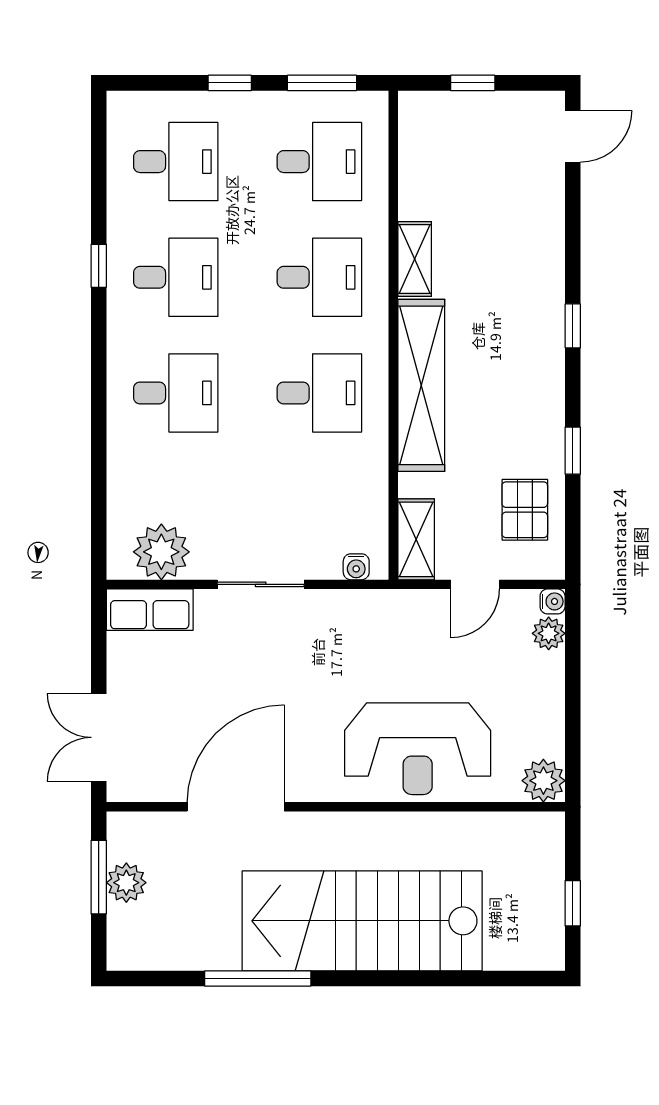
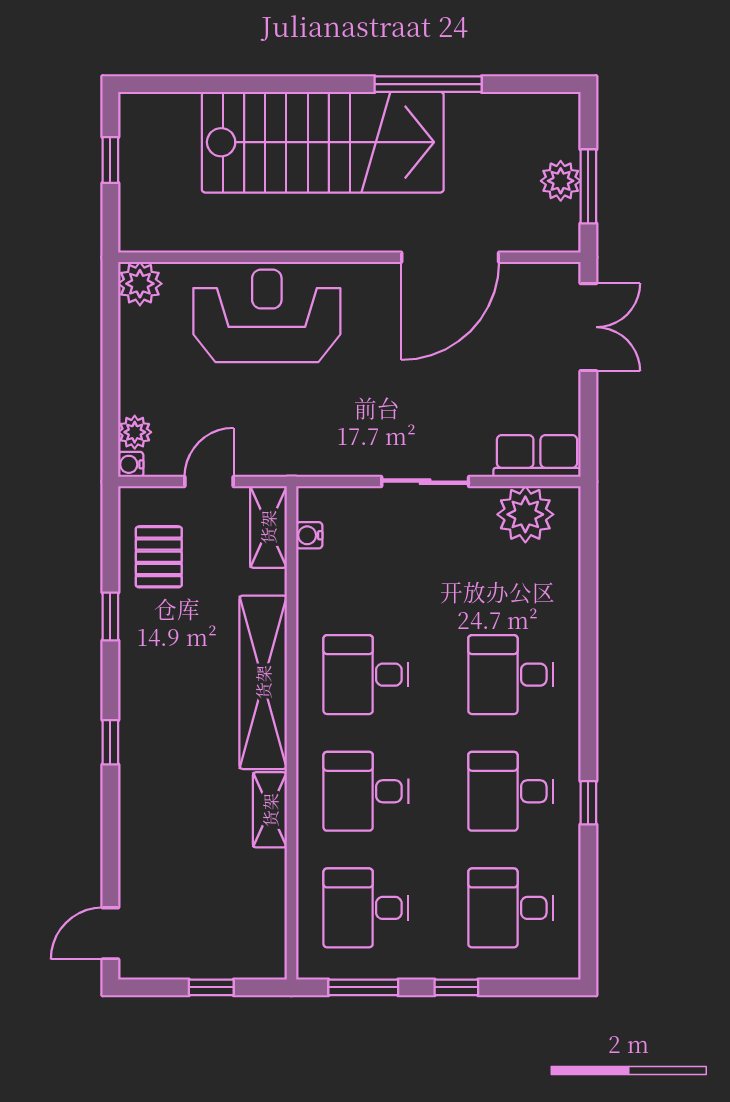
water cooler: (356, 567) -> (309, 535), moved, turned -90

